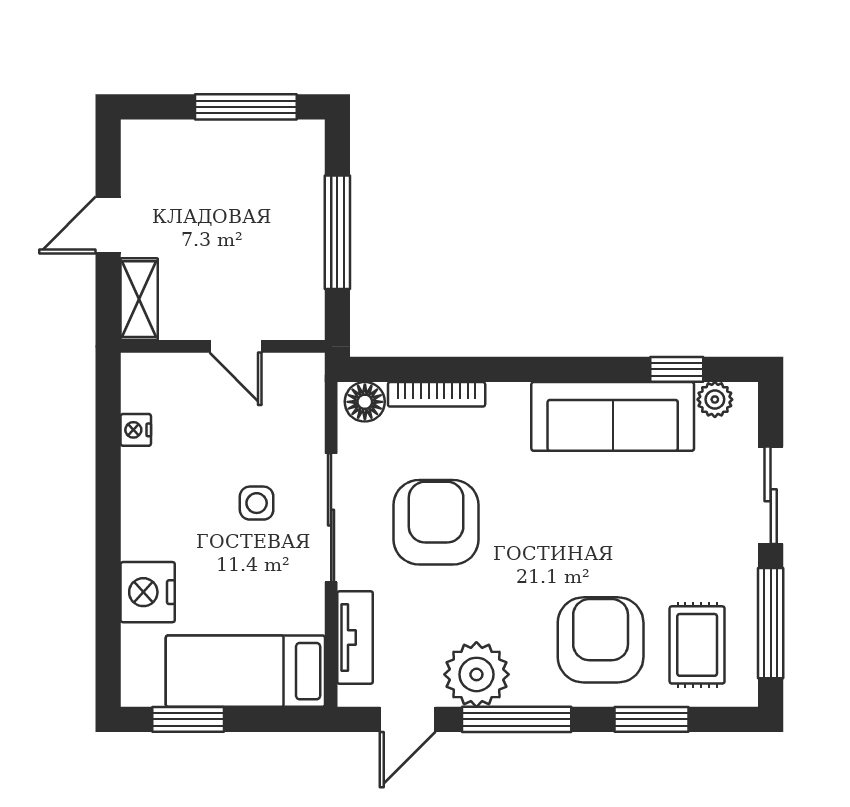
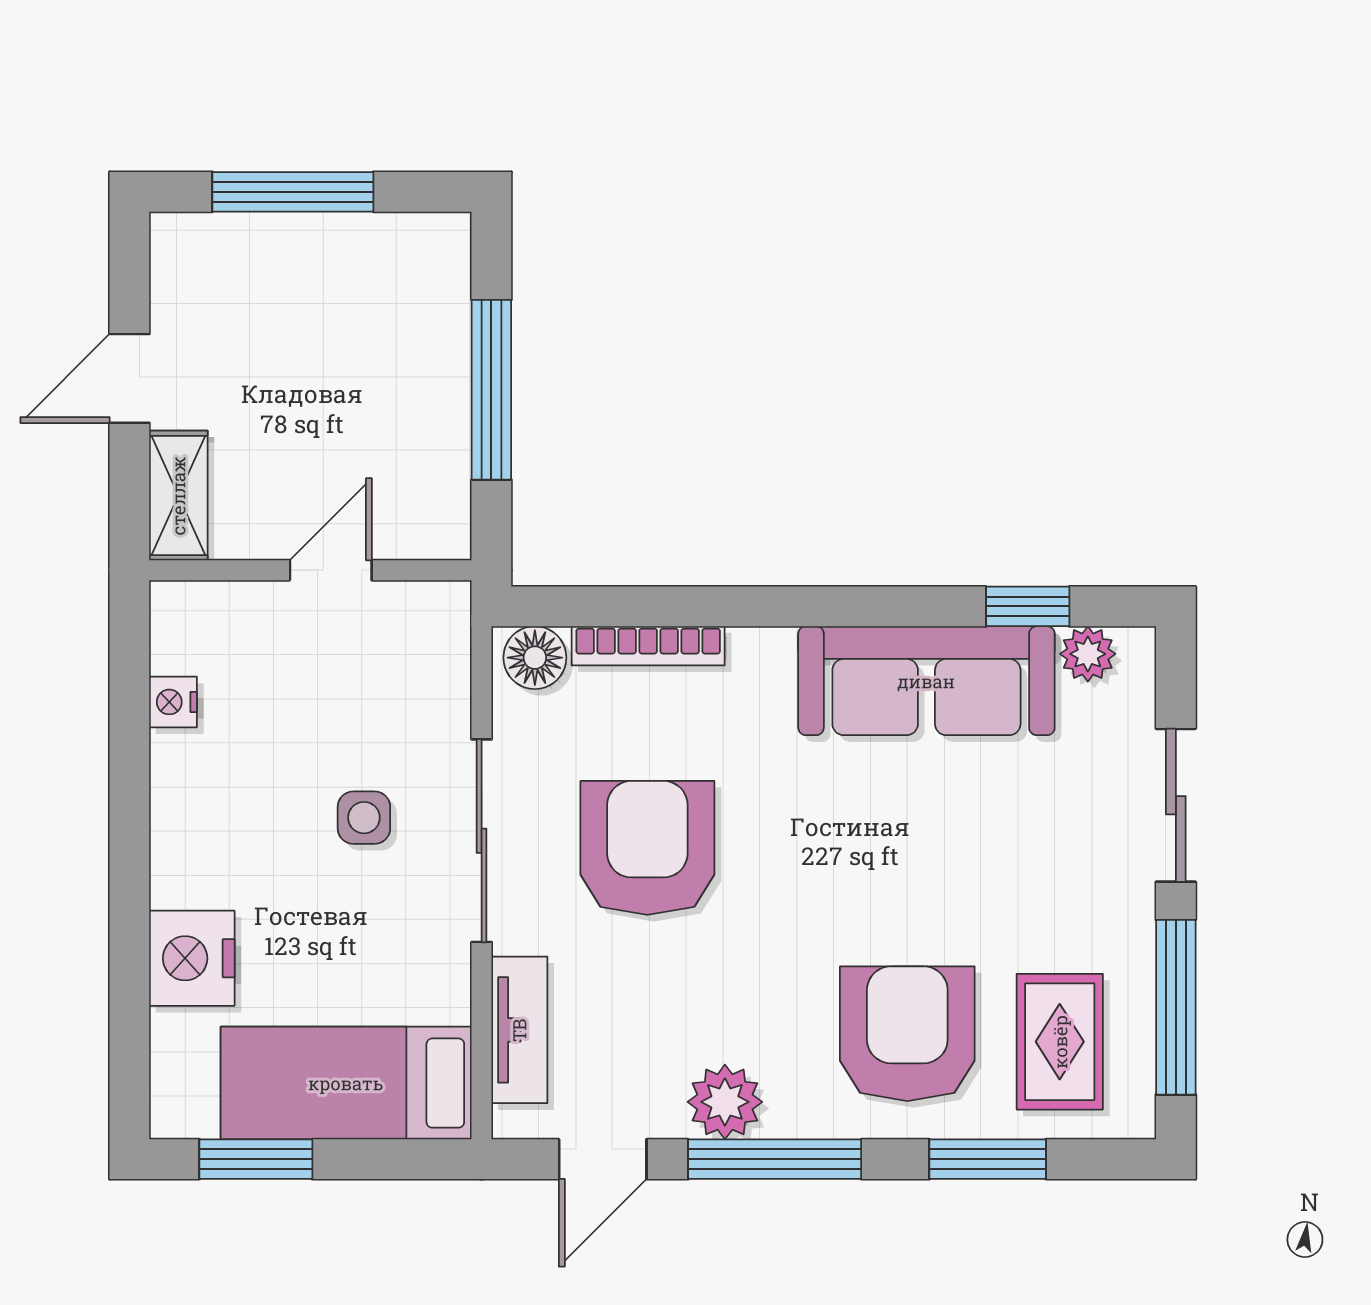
window: (246, 107) -> (293, 192), moved
door: (236, 346) -> (331, 570), swing flipped
plant: (476, 674) -> (725, 1102), width x0.73, depth x0.73

